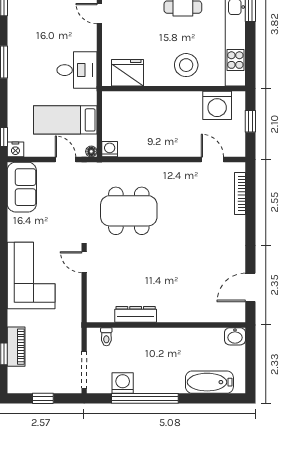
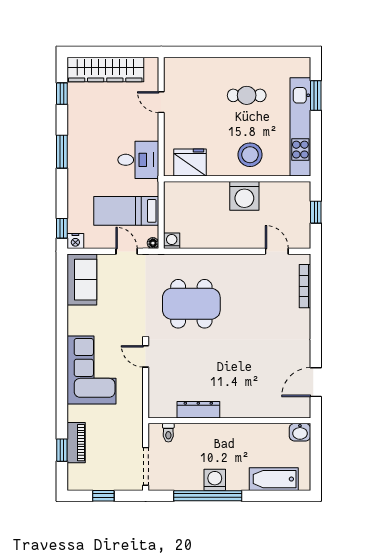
washing machine: (217, 105) -> (244, 196), moved
washing machine: (123, 383) -> (215, 480), moved

